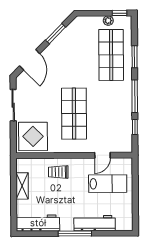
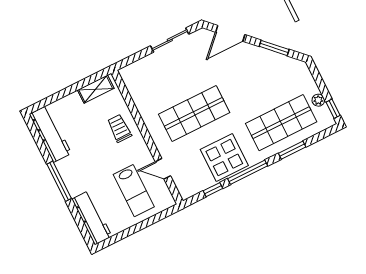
display table: (33, 136) -> (224, 158), moved
shelving: (22, 186) -> (96, 89), moved
workbench: (95, 223) -> (92, 218), moved

